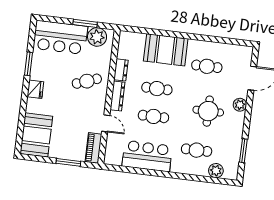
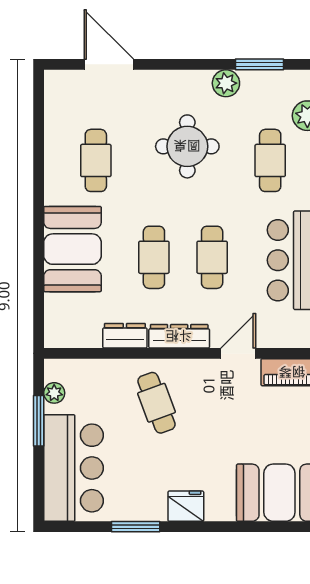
plant: (97, 37) -> (54, 393), width x0.53, depth x0.53
plant: (240, 105) -> (226, 83), moved

